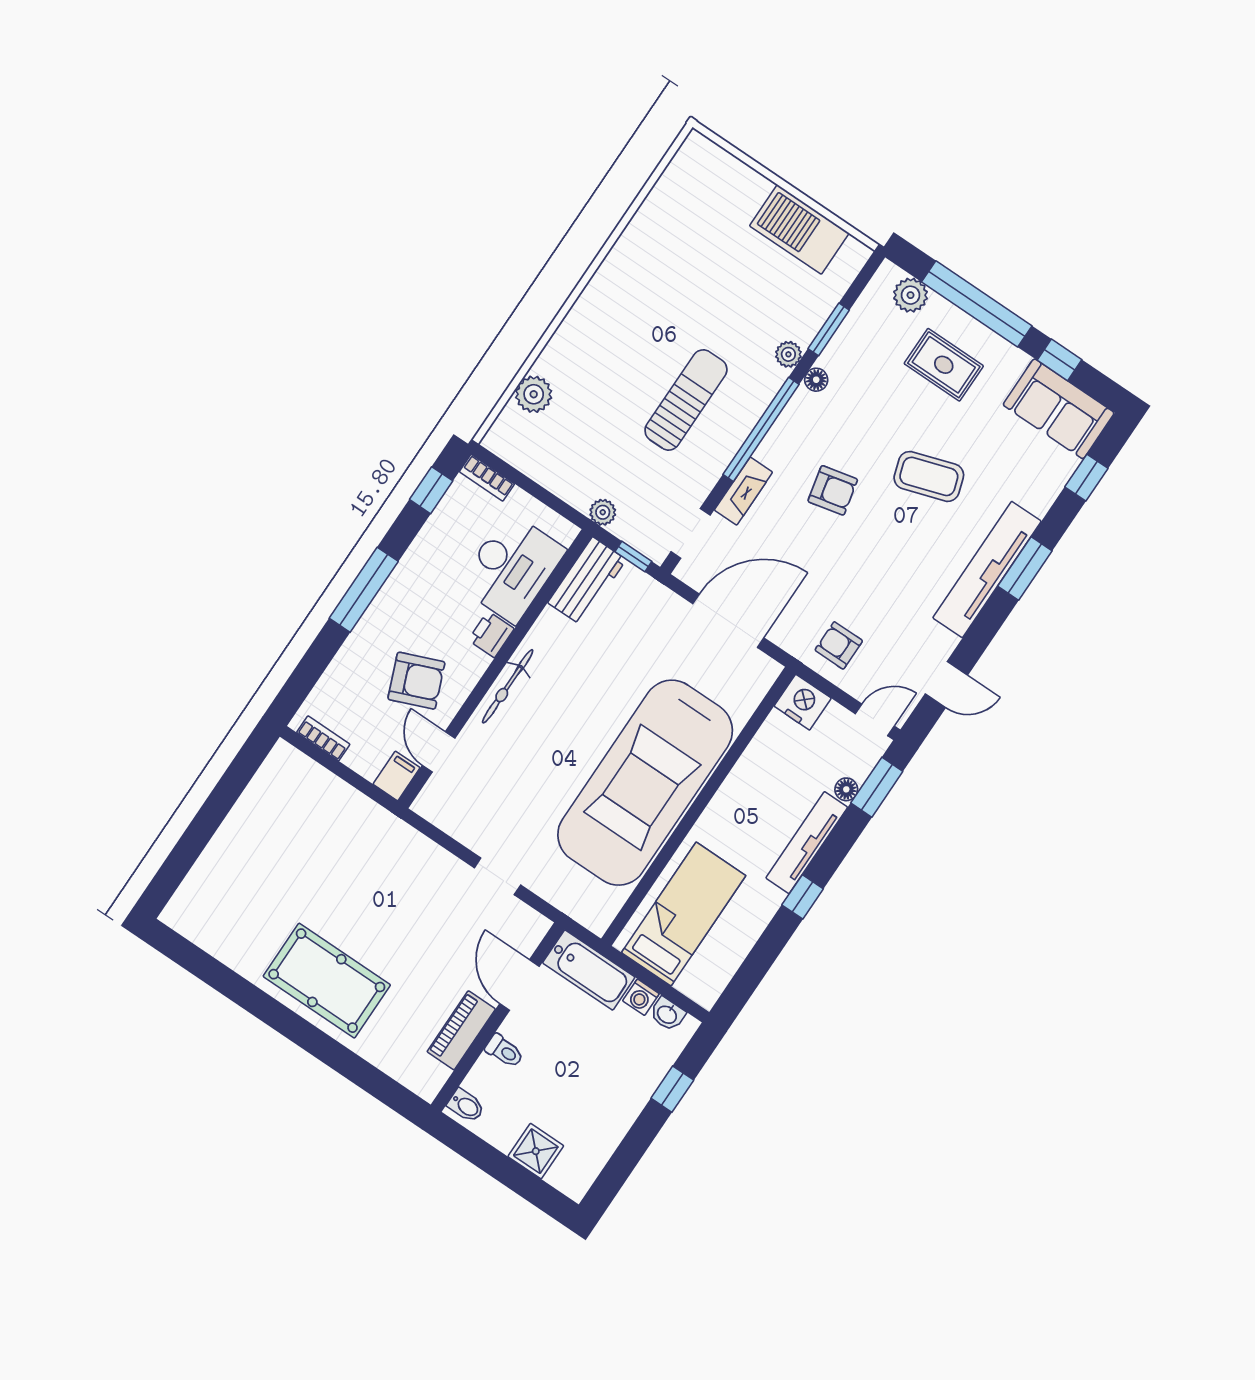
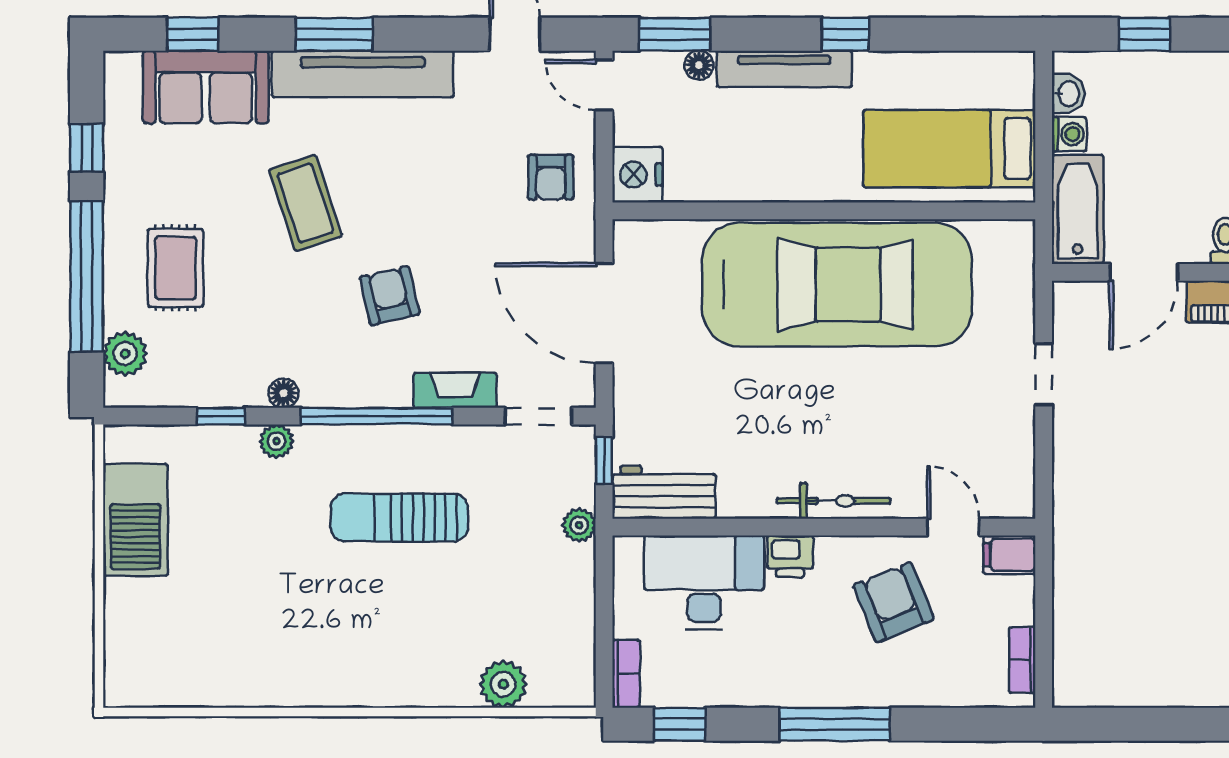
window: (829, 329) -> (221, 416), width x0.67
sofa: (1059, 409) -> (206, 87), moved, turned 90
door: (439, 752) -> (953, 527), swing flipped

